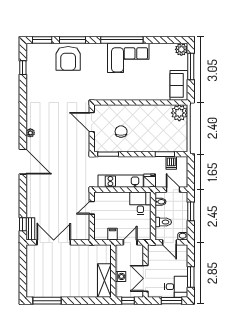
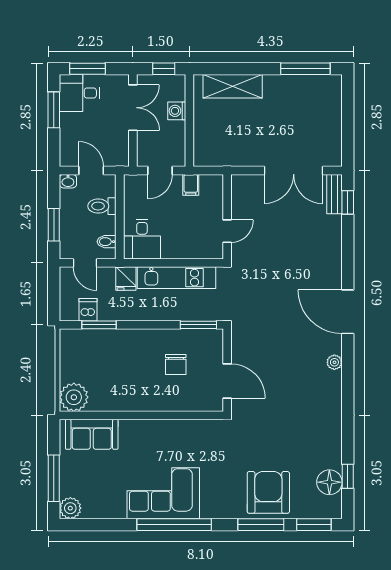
floor lamp: (33, 64) -> (329, 482), added
sofa: (179, 85) -> (92, 434), moved, turned 90
shelving: (104, 280) -> (233, 86), moved, turned 90

